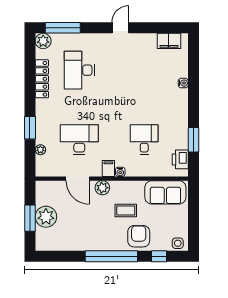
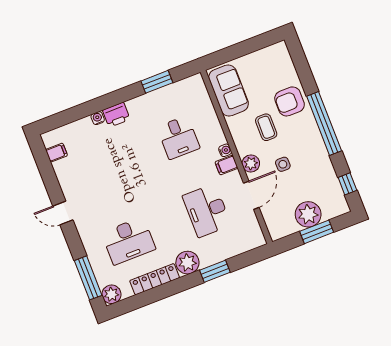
filing cabinet: (169, 41) -> (56, 153), width x0.50
desk: (144, 140) -> (178, 137), turned -90
plant: (40, 150) -> (187, 263), moved, width x1.87, depth x1.87
printer: (180, 159) -> (116, 115), moved
side table: (178, 243) -> (283, 164), moved
window: (159, 256) -> (347, 184), moved

